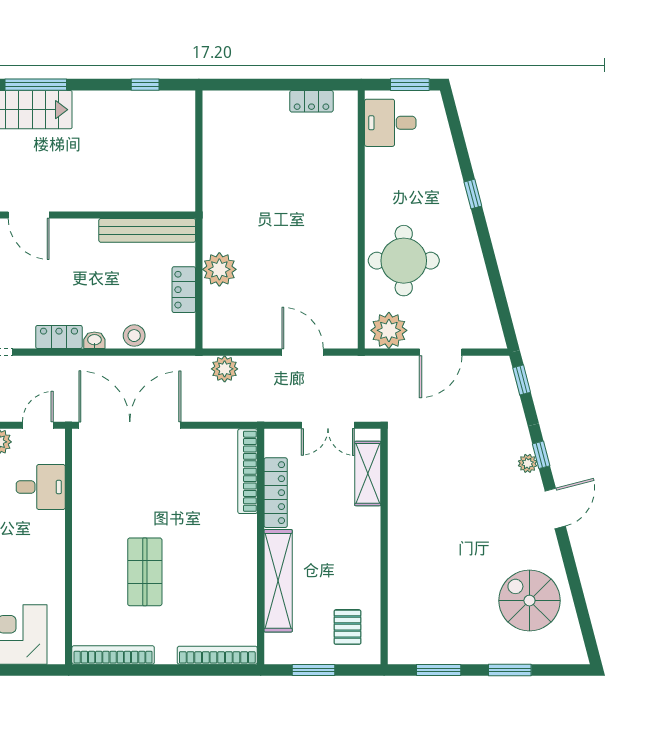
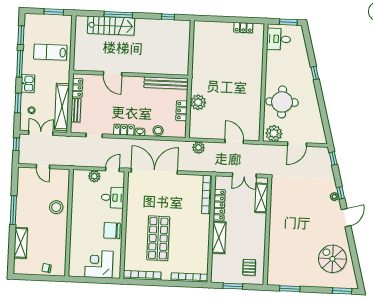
chair: (43, 559) -> (112, 230), added
shop shelf: (145, 572) -> (158, 238), width x1.43, depth x1.36
shelving: (278, 581) -> (219, 237), width x0.68
window: (510, 670) -> (342, 291), moved

